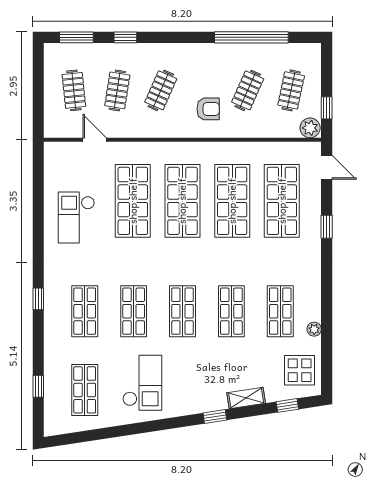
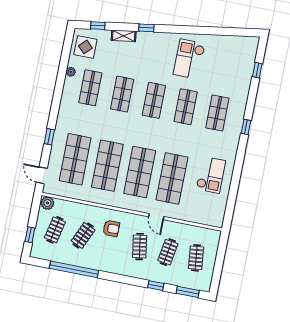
clothes rail: (161, 90) -> (140, 247), turned -33
window: (327, 108) -> (30, 235), moved
armchair: (208, 109) -> (111, 228), turned 180
door: (95, 140) -> (156, 217), moved
shop shelf: (85, 390) -> (228, 62), removed

